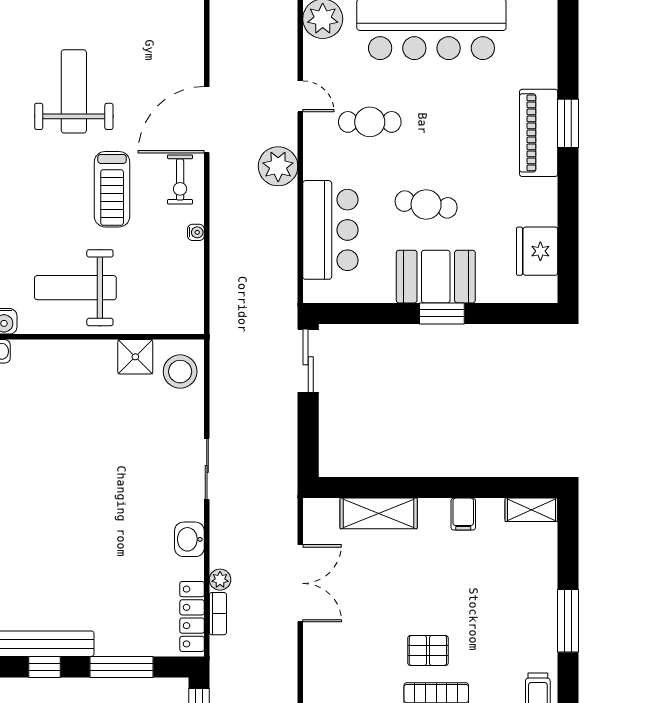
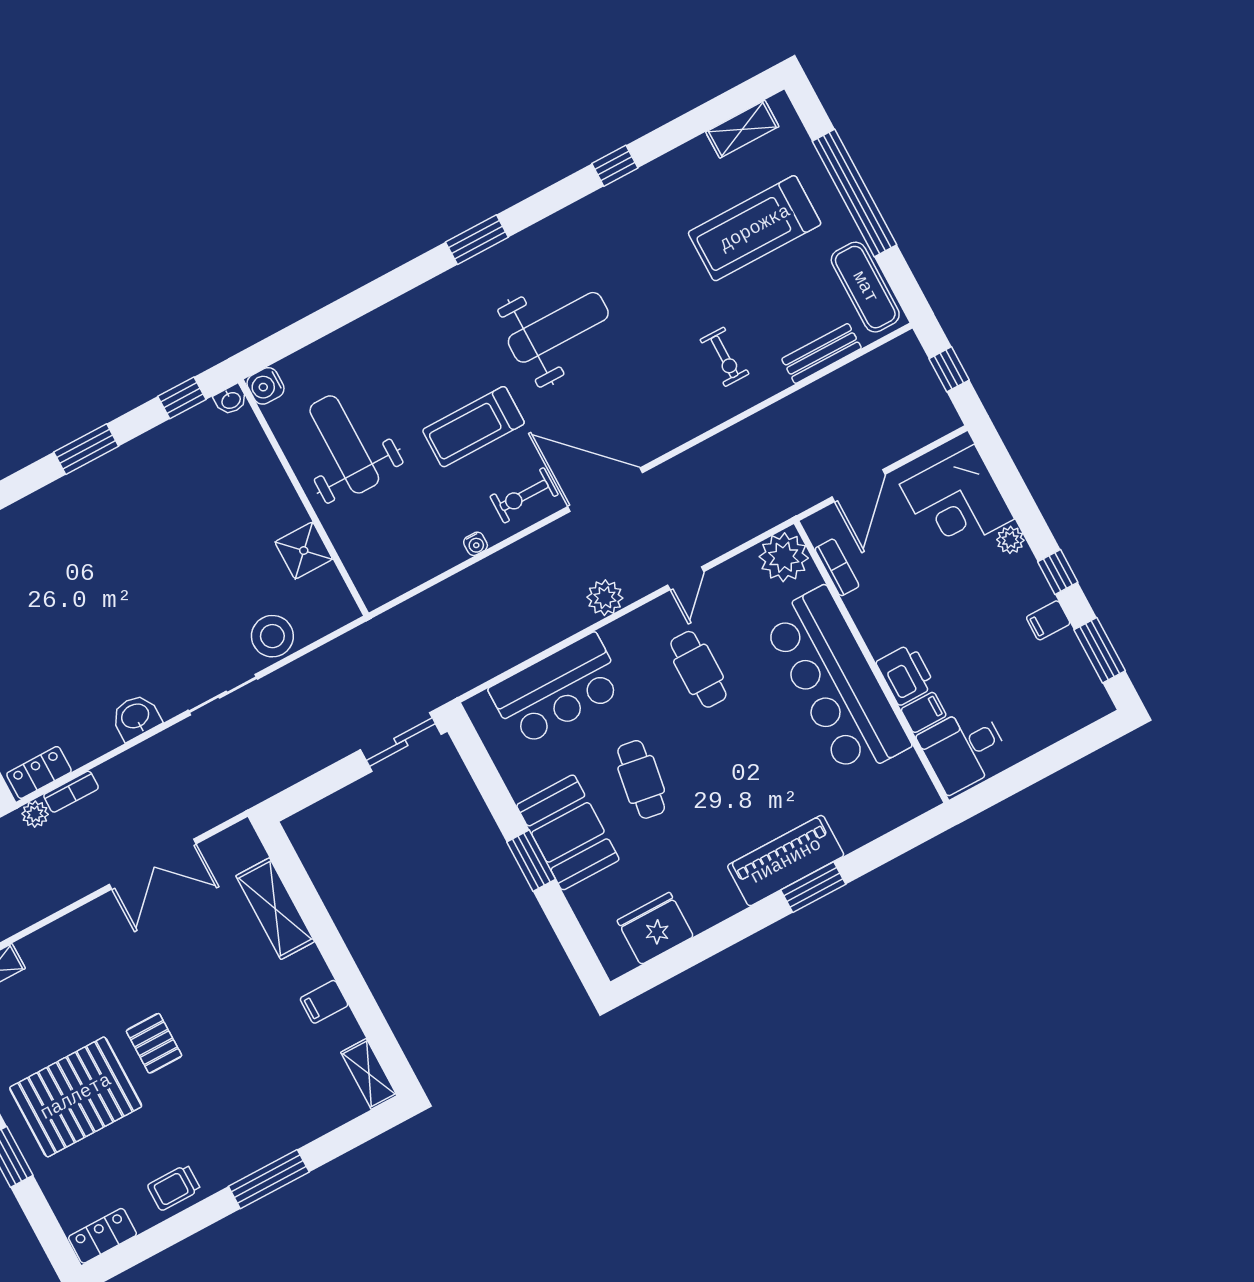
plant: (278, 166) -> (605, 598), width x0.73, depth x0.73
stool: (180, 372) -> (272, 636), moved
plant: (220, 580) -> (35, 814), moved
locker: (192, 616) -> (39, 772), width x0.66

